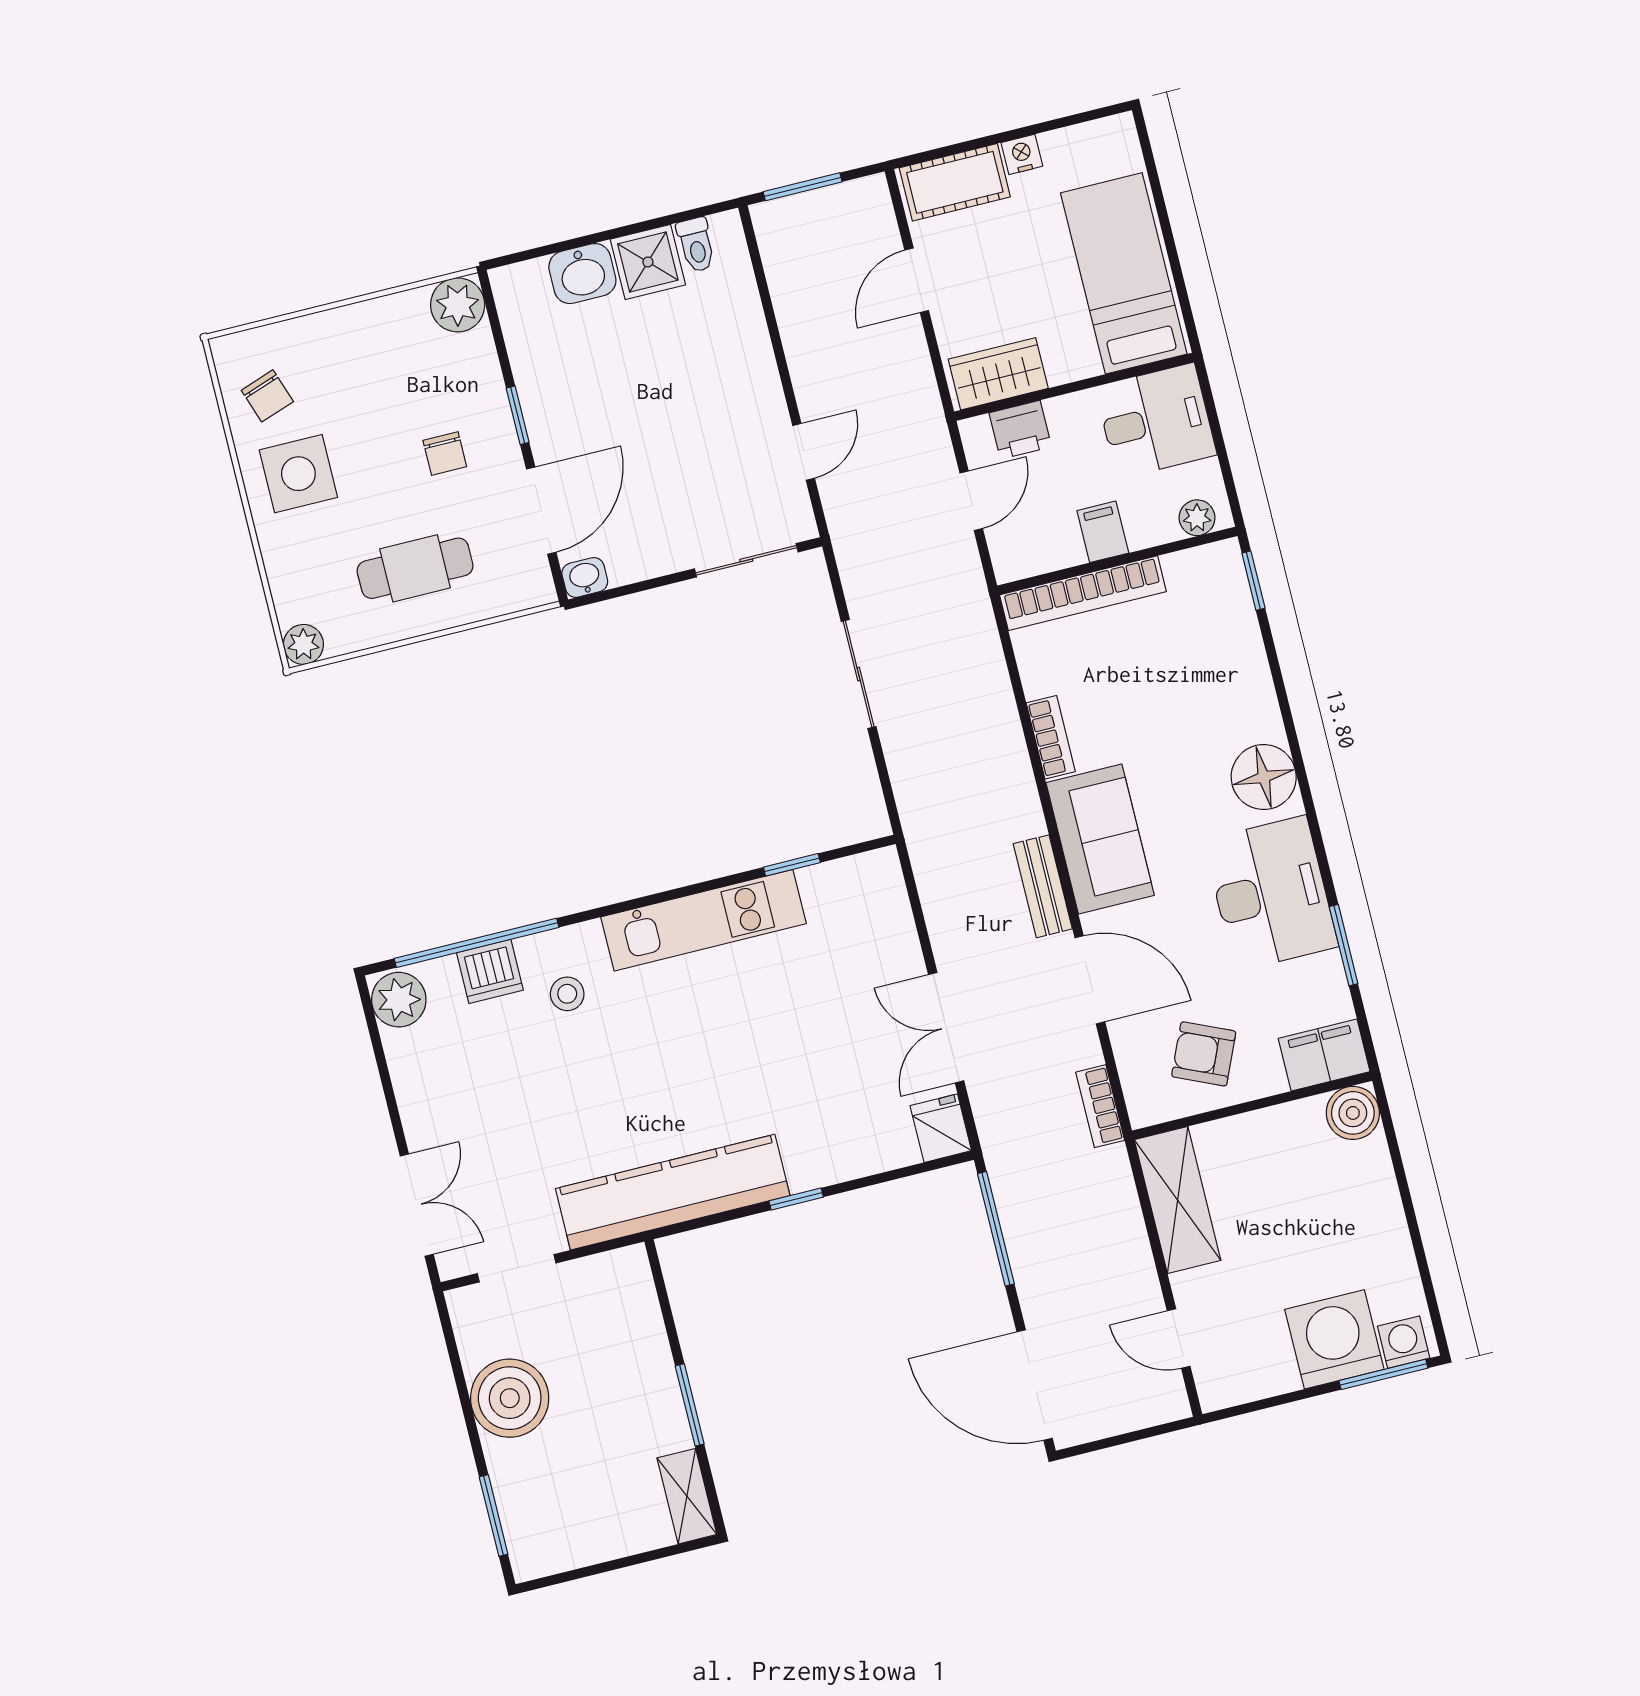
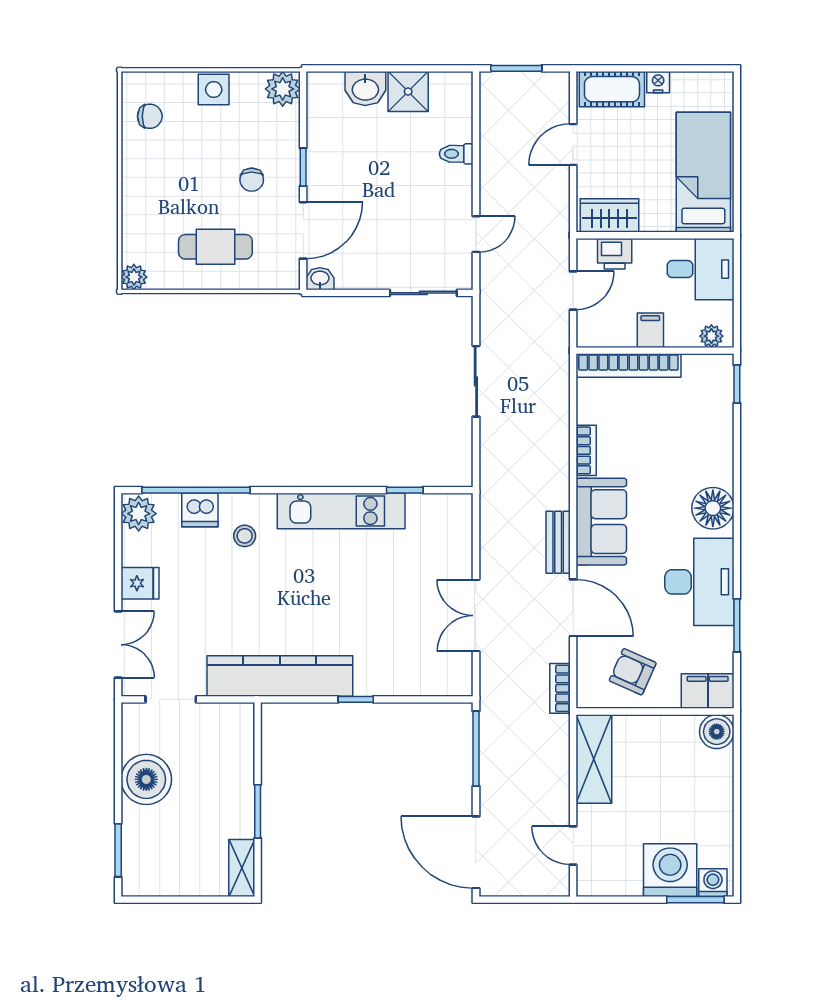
toilet: (696, 245) -> (456, 154), moved, turned 90
chair: (267, 396) -> (150, 116), turned -71
side table: (298, 474) -> (214, 89), moved, width x0.73, depth x0.73
fridge: (941, 1128) -> (140, 583), moved, turned 90

